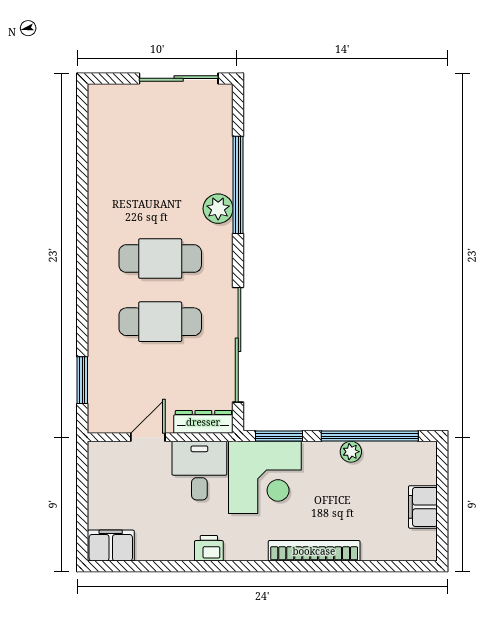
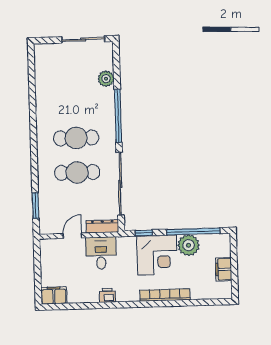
window: (238, 185) -> (118, 116), moved
plant: (218, 209) -> (106, 79), moved
window: (279, 436) -> (144, 233), width x0.67
plant: (351, 452) -> (189, 245), width x1.87, depth x1.87
corner desk: (265, 477) -> (157, 255), moved

